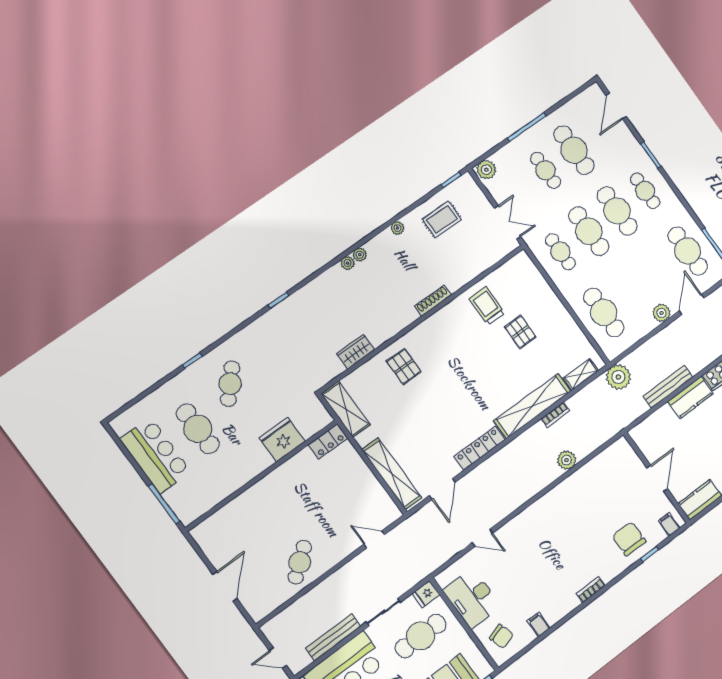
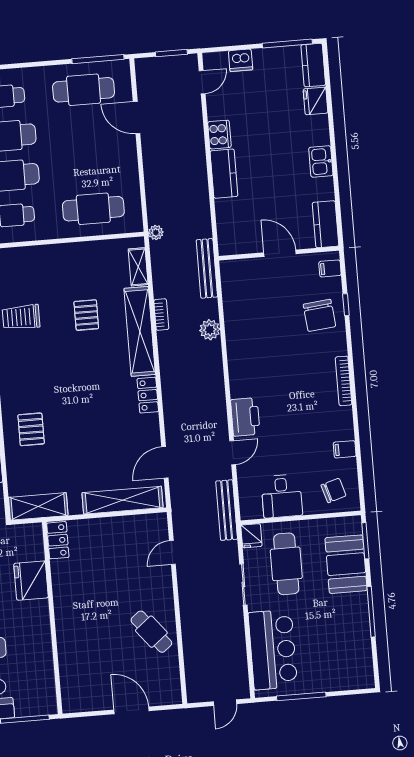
plant: (662, 313) -> (127, 152), removed
pallet: (520, 332) -> (86, 315), moved, turned 90
pallet: (404, 366) -> (31, 429), turned 90
plant: (618, 377) -> (156, 233), width x0.53, depth x0.53
bench: (668, 387) -> (207, 268), moved
locker: (480, 448) -> (148, 395), width x0.66
door: (442, 489) -> (165, 462), swing flipped
printer: (516, 530) -> (245, 417), added
chair: (629, 539) -> (319, 315), turned -96
bookcase: (591, 590) -> (344, 381), width x1.56
desk: (472, 598) -> (282, 496), width x0.73
bench: (333, 637) -> (227, 510), moved

